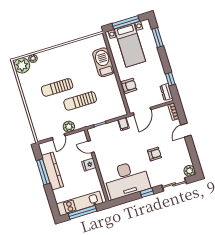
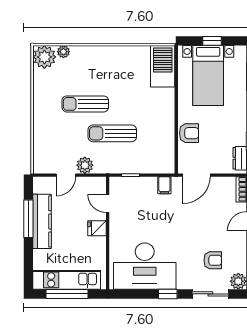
window: (126, 22) -> (212, 41), width x0.46
barbecue: (103, 62) -> (163, 66), moved
armchair: (154, 154) -> (213, 260), moved

